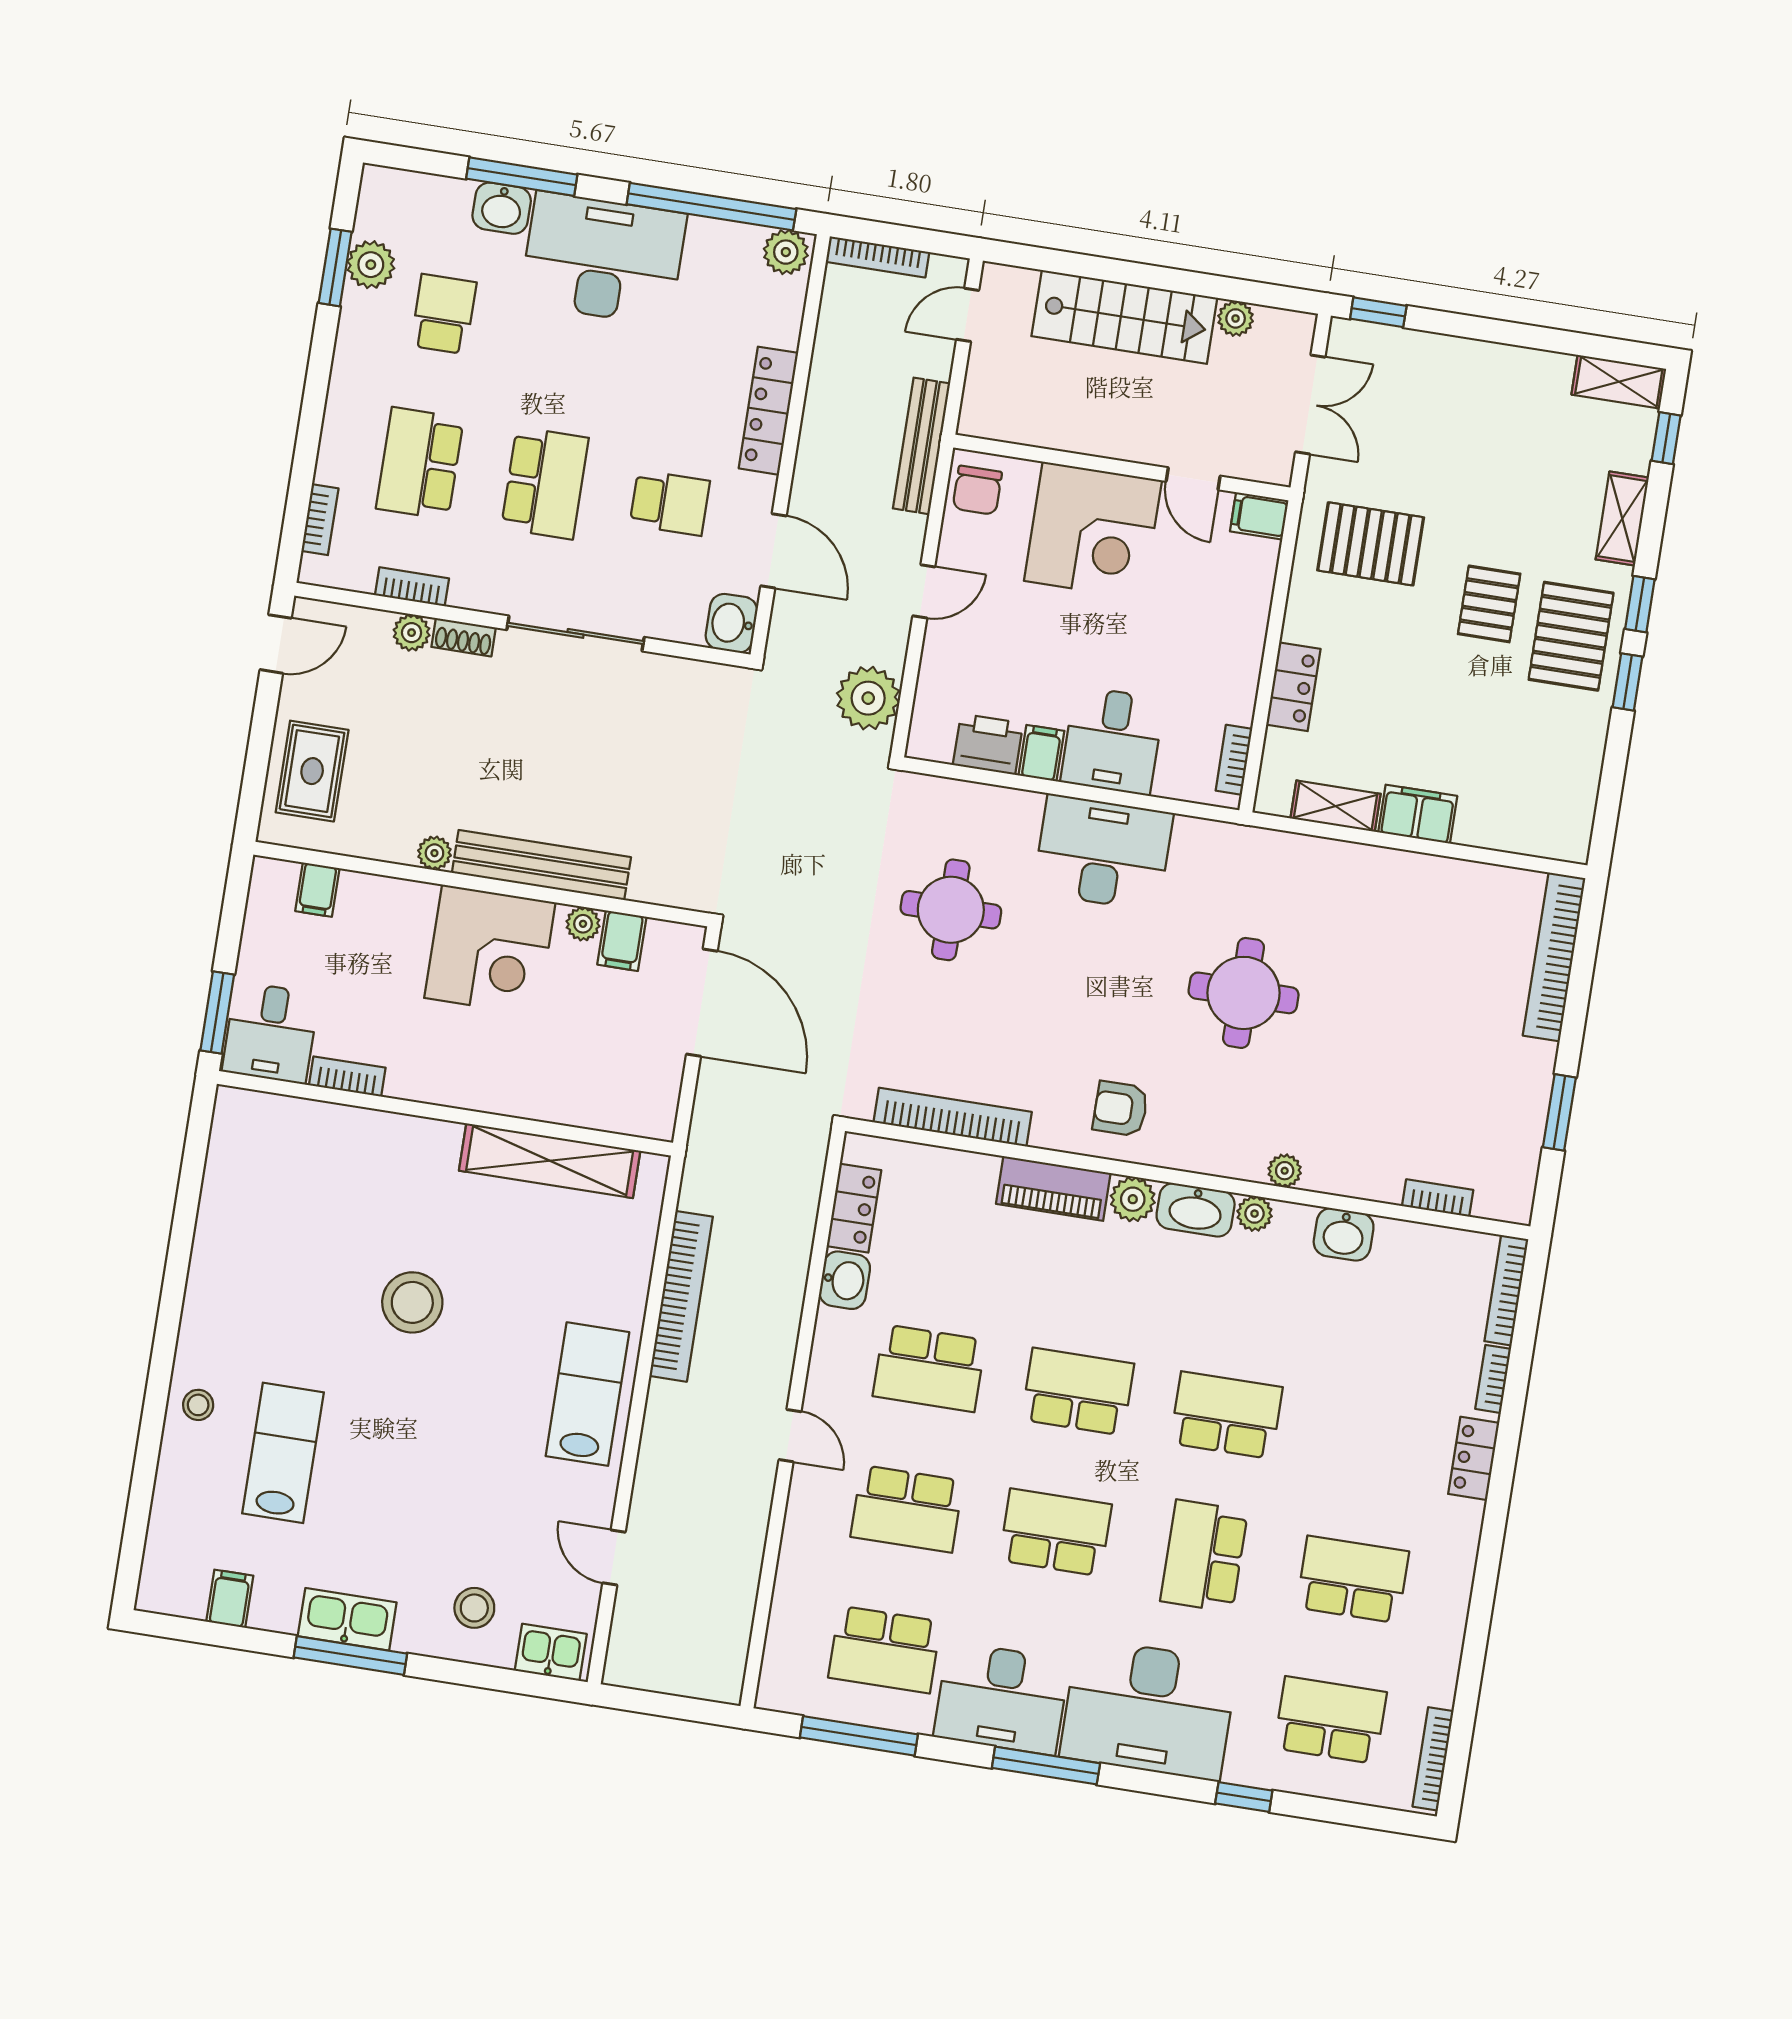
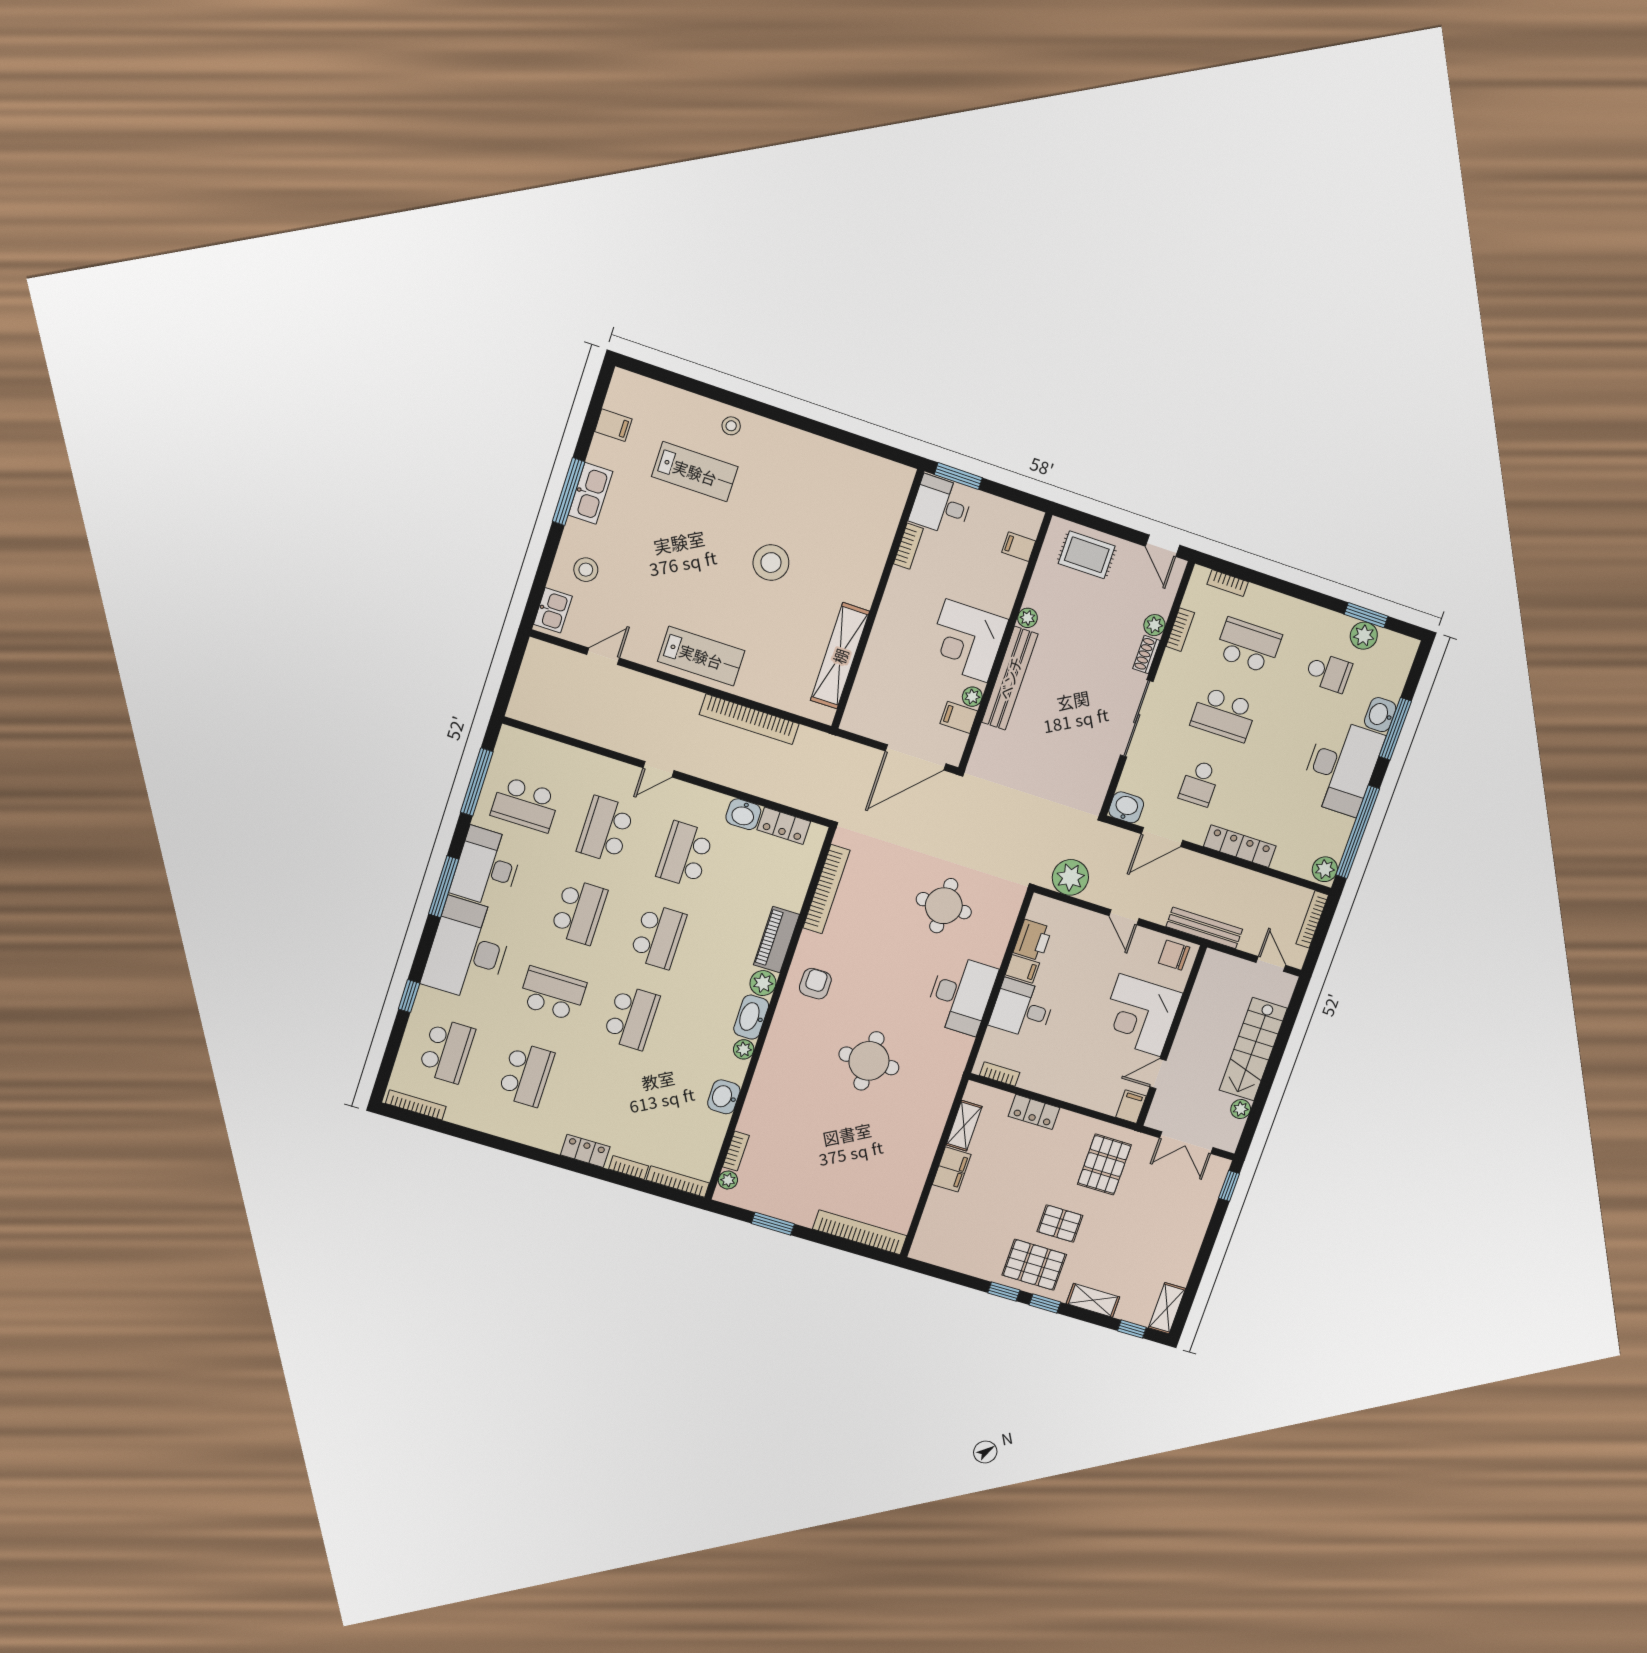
plant: (1285, 1171) -> (728, 1180), moved
school desk: (885, 1650) -> (525, 804), turned -90

